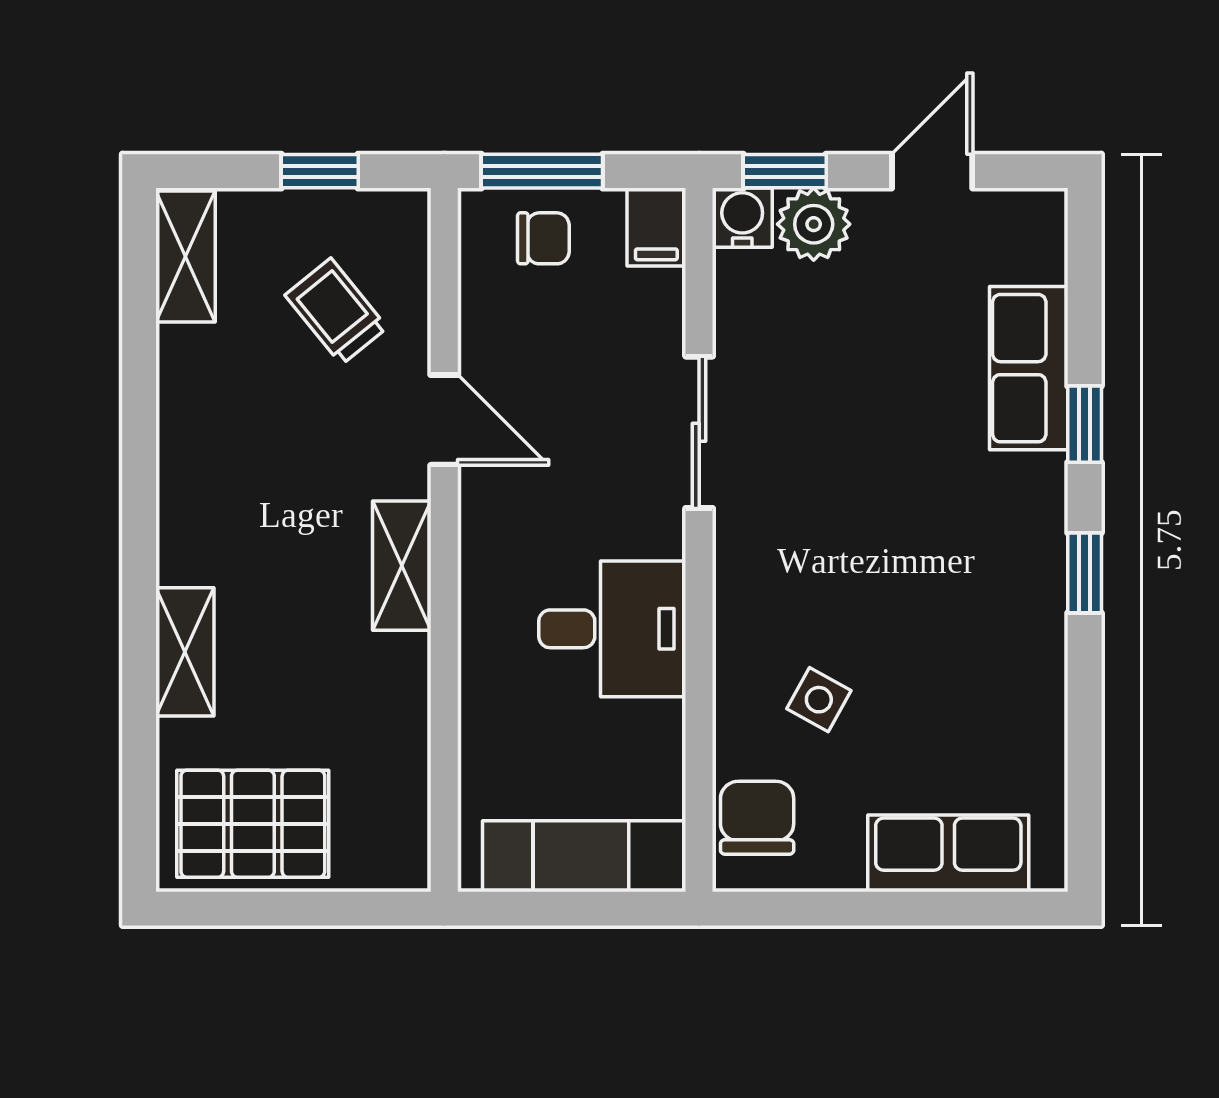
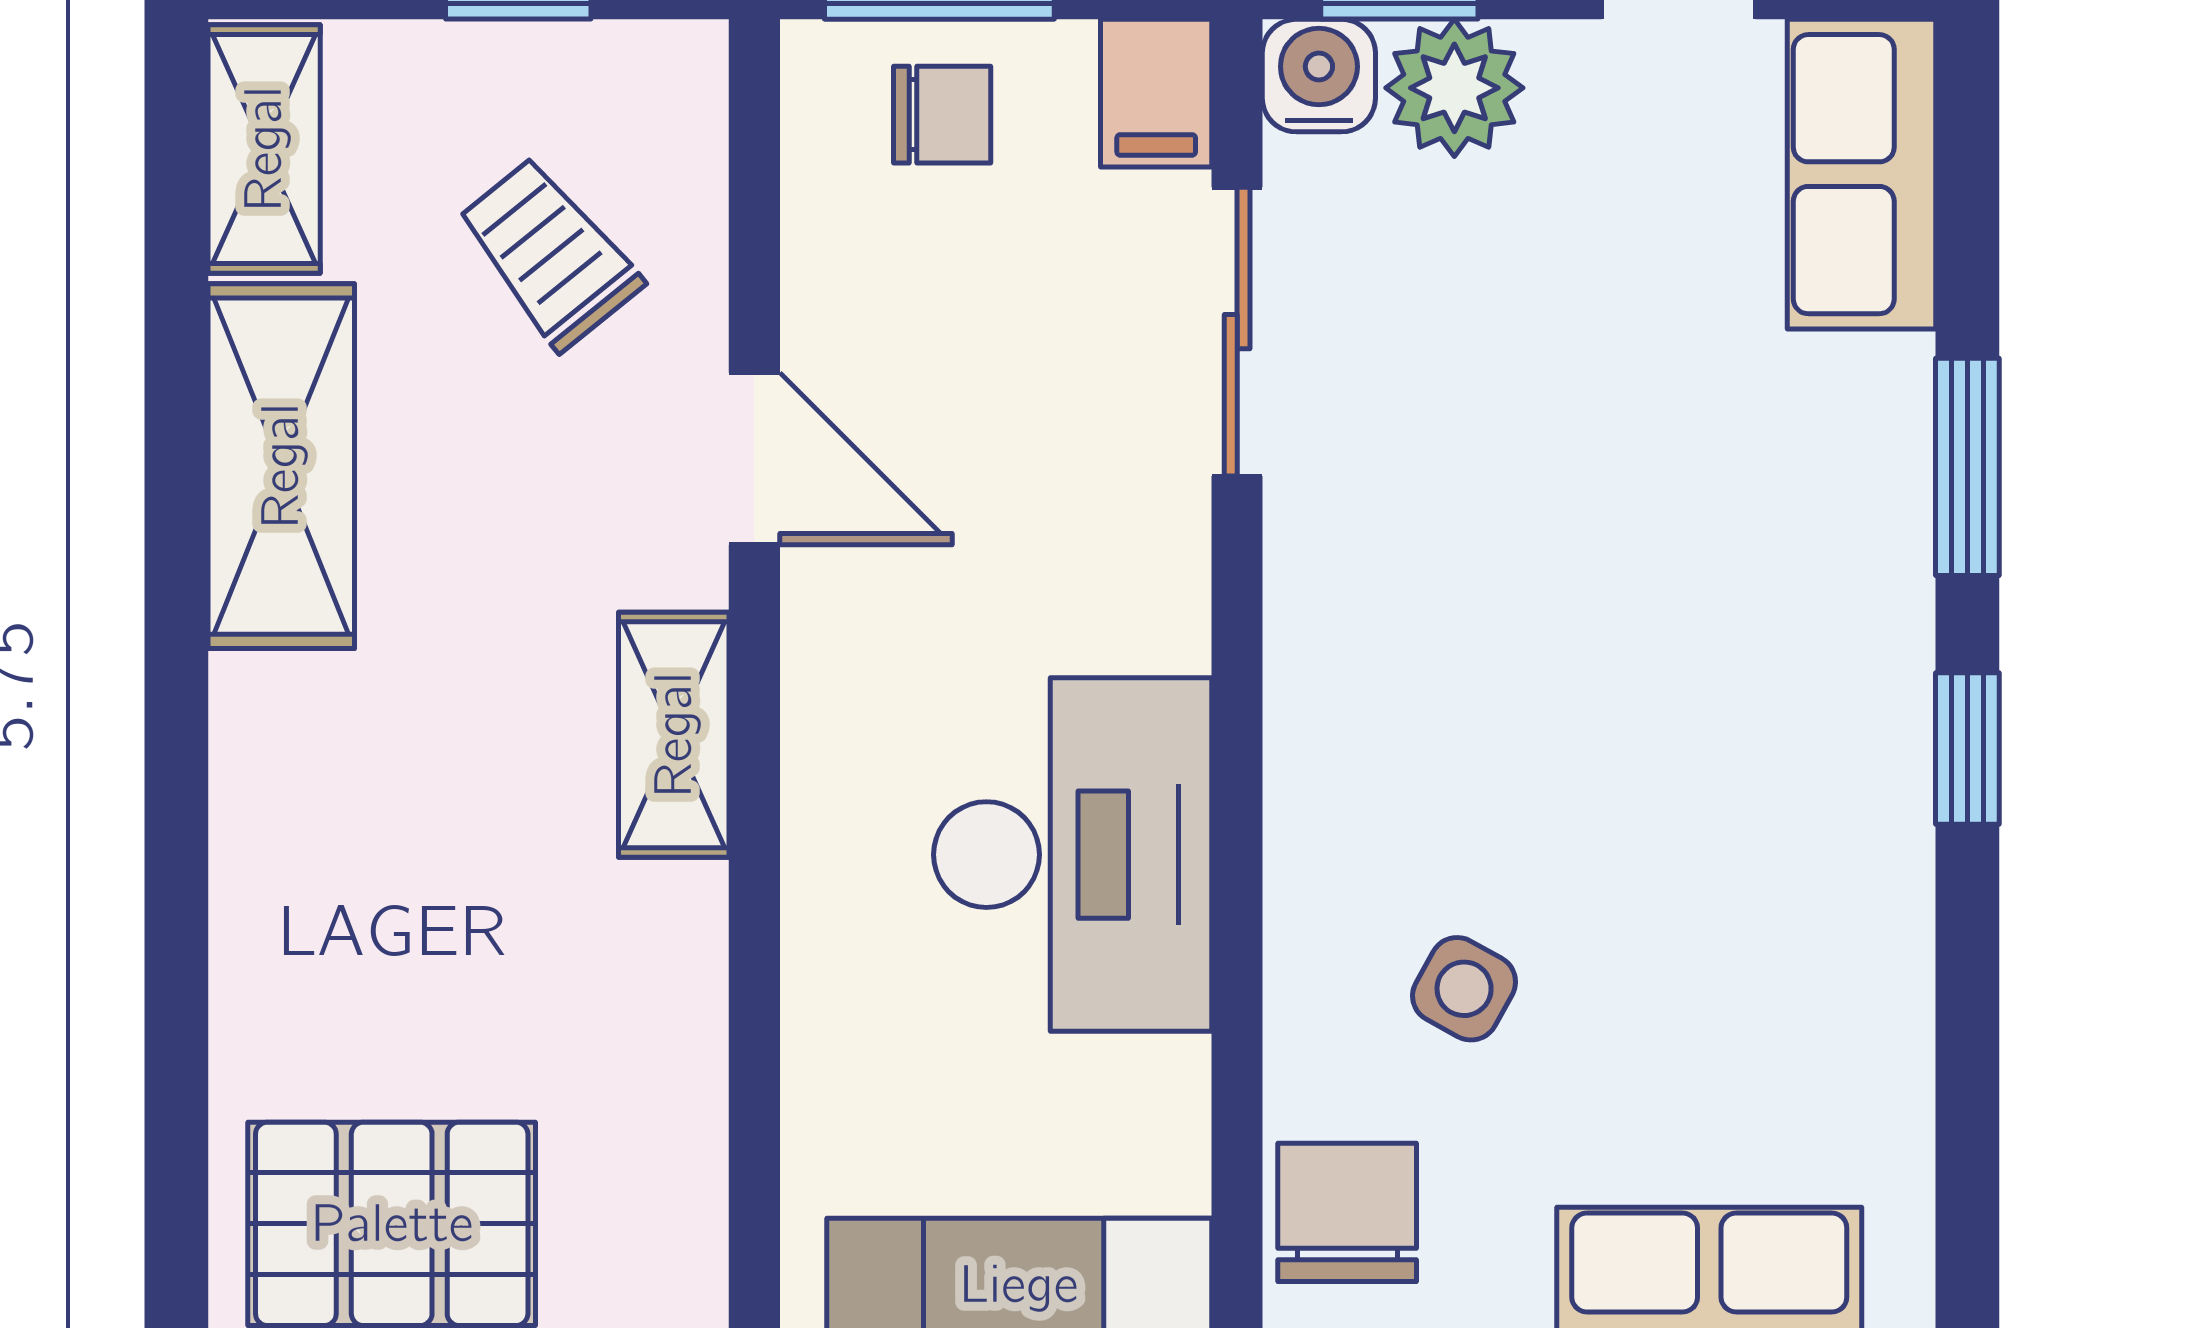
row of seats: (1029, 368) -> (1862, 174), moved
window: (1085, 424) -> (1967, 467), width x1.50
sliding door: (699, 432) -> (1237, 332), moved
desk: (612, 629) -> (1073, 855), width x1.37
shelving: (185, 652) -> (281, 466), moved, width x1.50, depth x1.33

